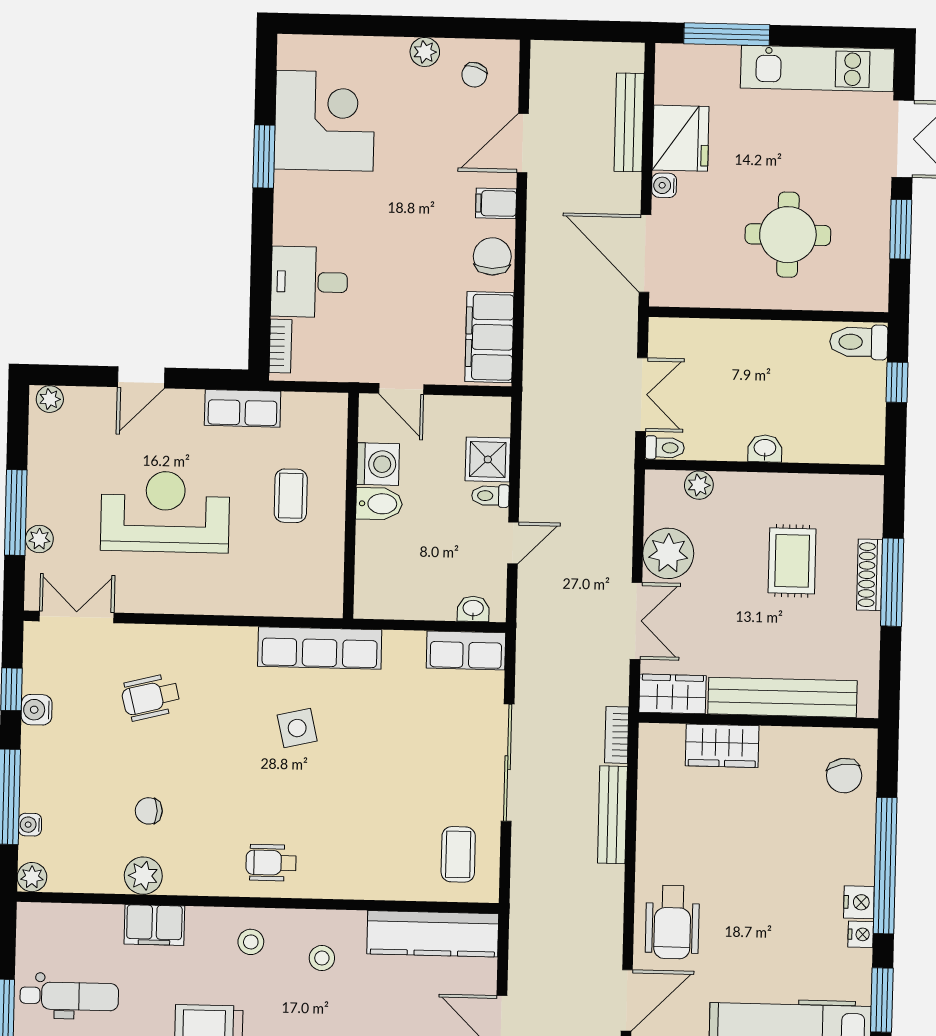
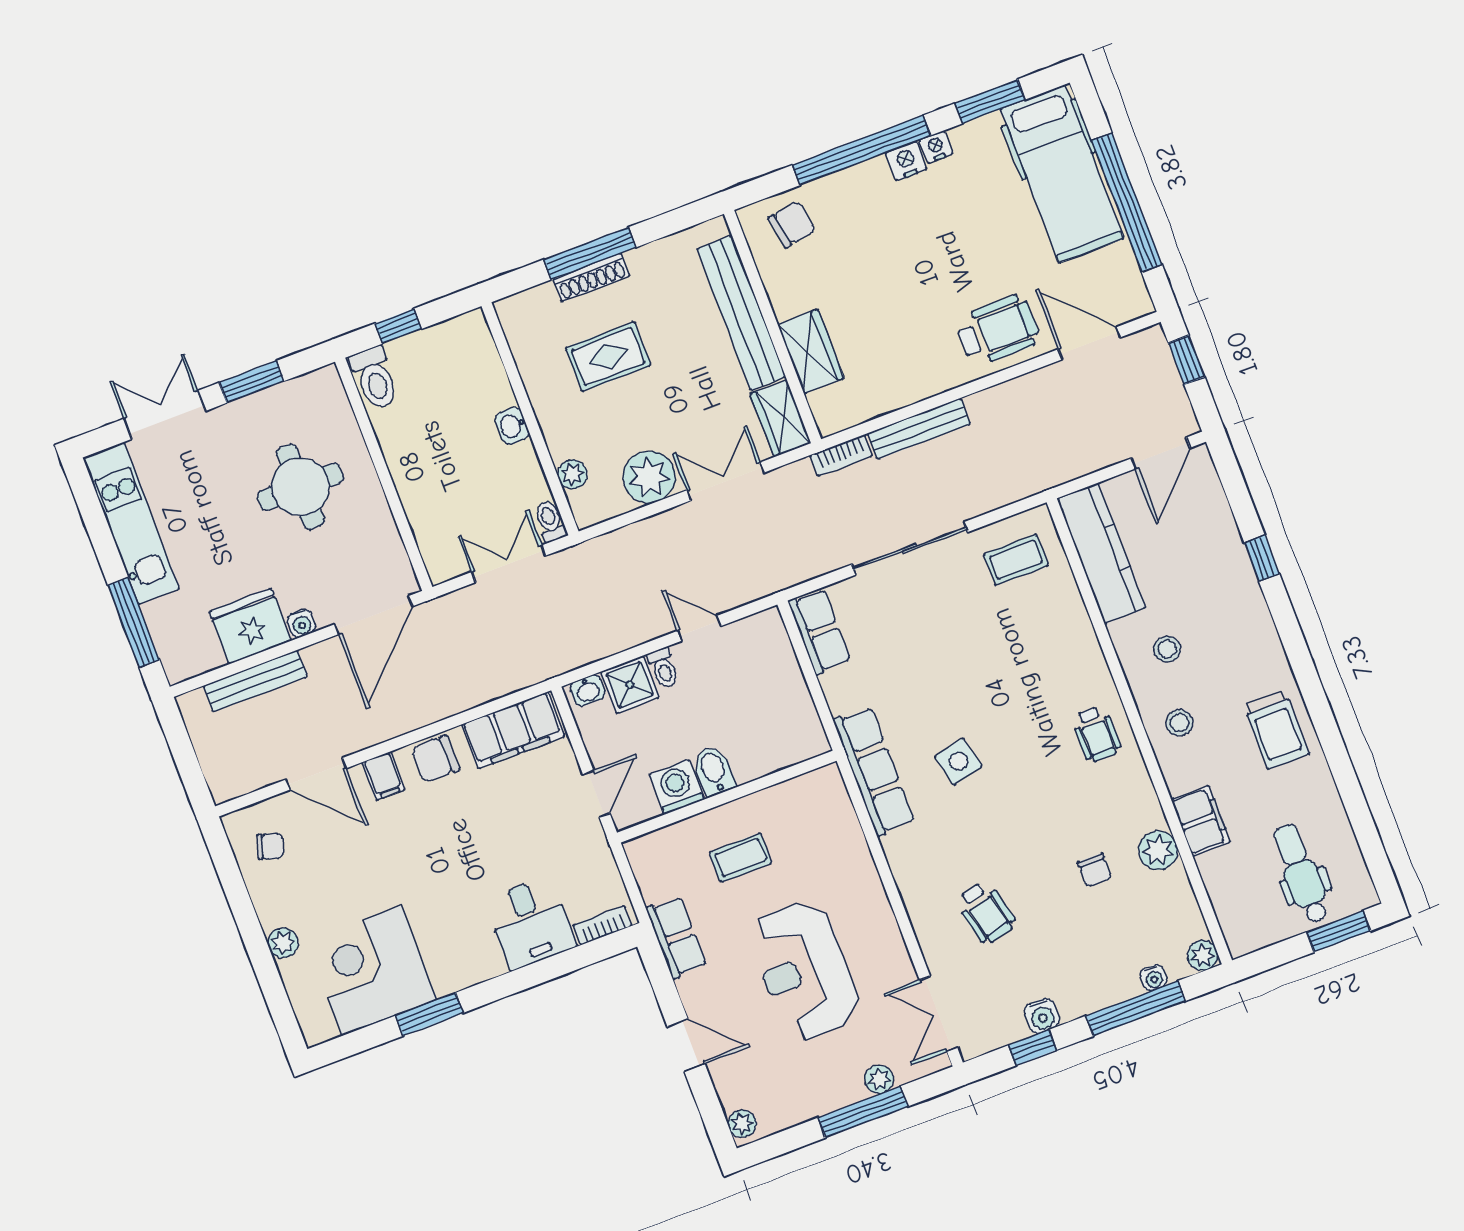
plant: (425, 52) -> (283, 943), moved
washbasin: (473, 609) -> (588, 690), moved, turned -90

